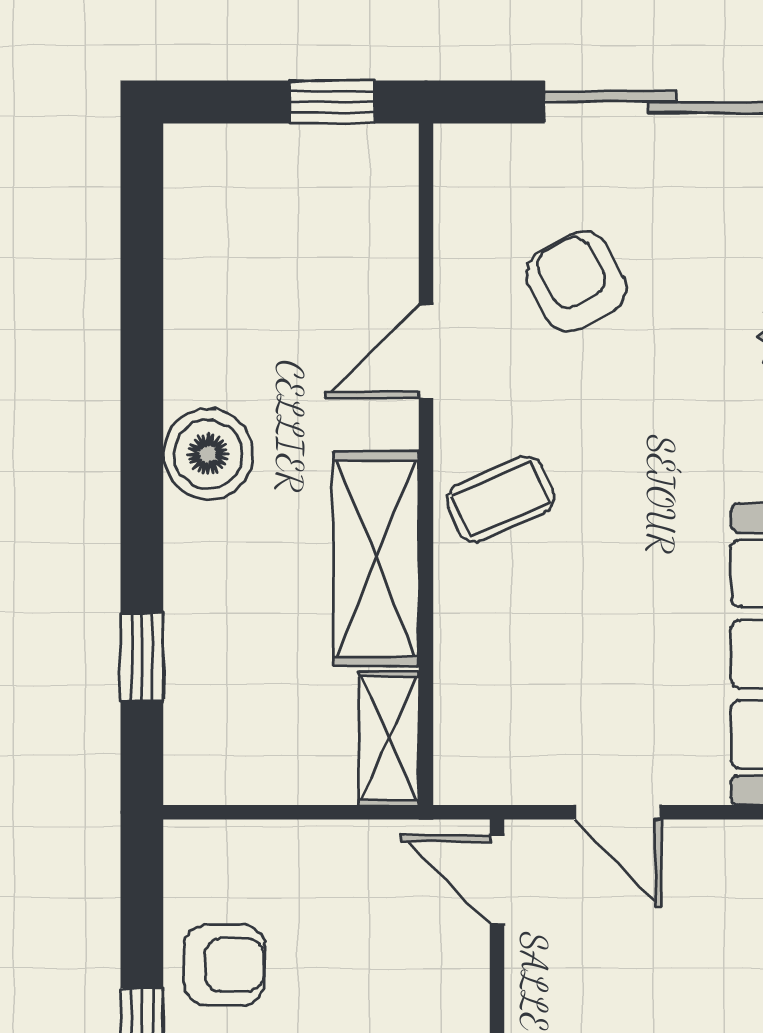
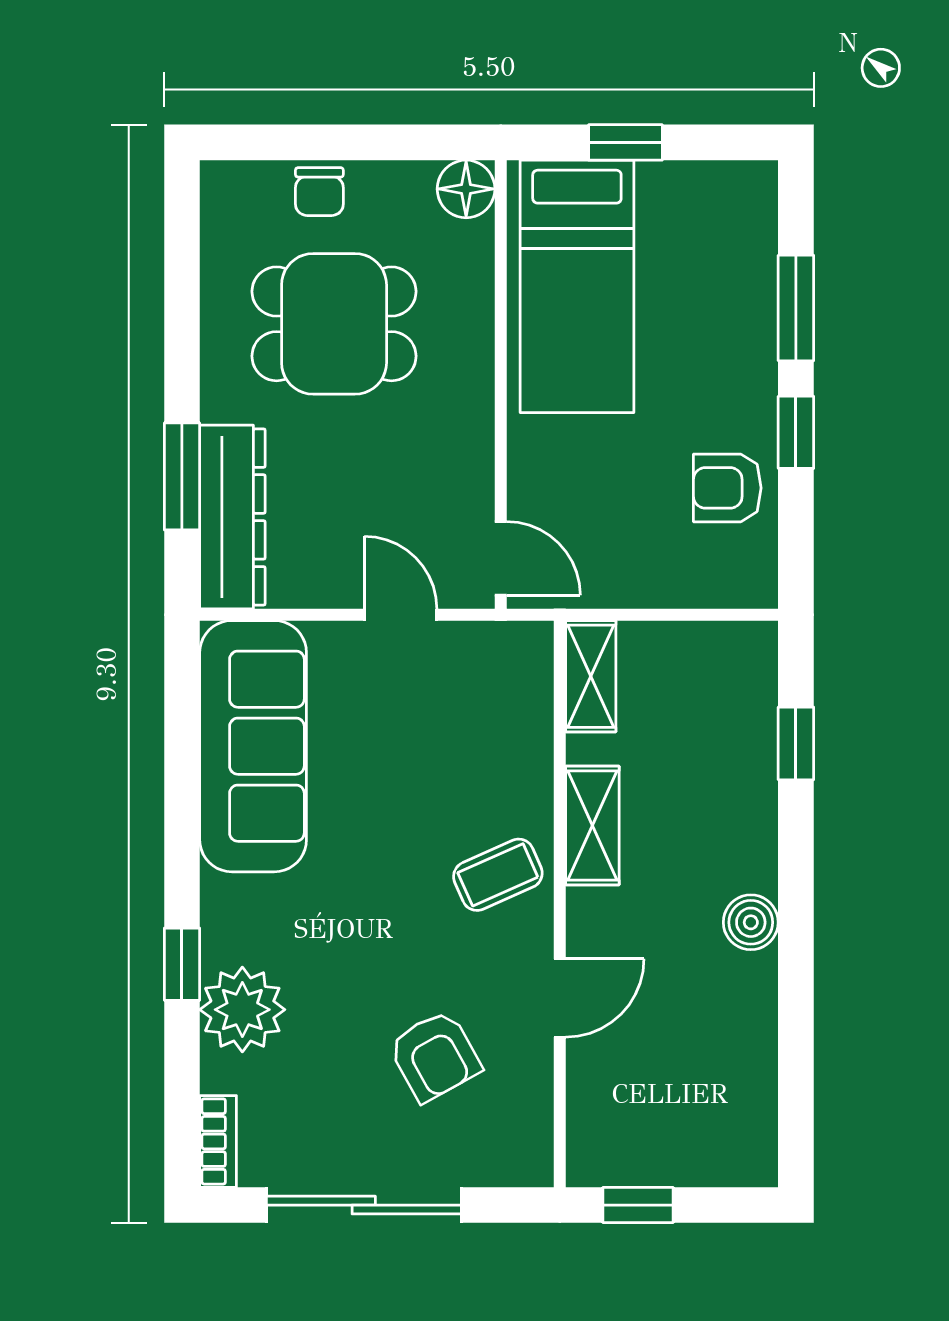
boiler: (208, 454) -> (751, 922), width x0.73, depth x0.73
shelving: (376, 559) -> (592, 826), width x0.67, depth x0.75

